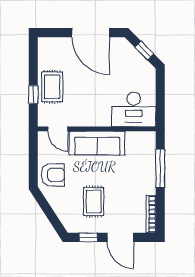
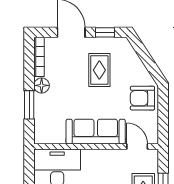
window: (160, 168) -> (29, 105), width x0.69
floor lamp: (149, 187) -> (42, 85), added

